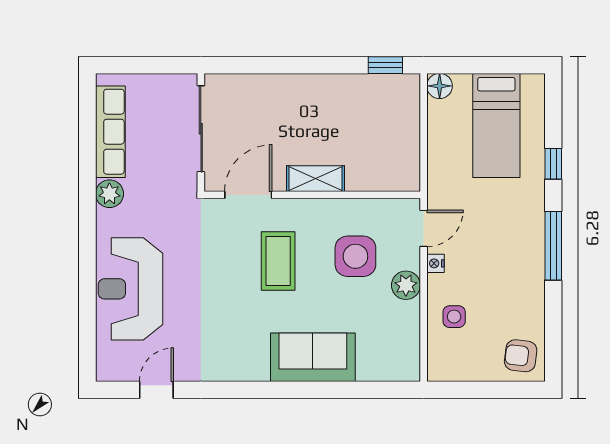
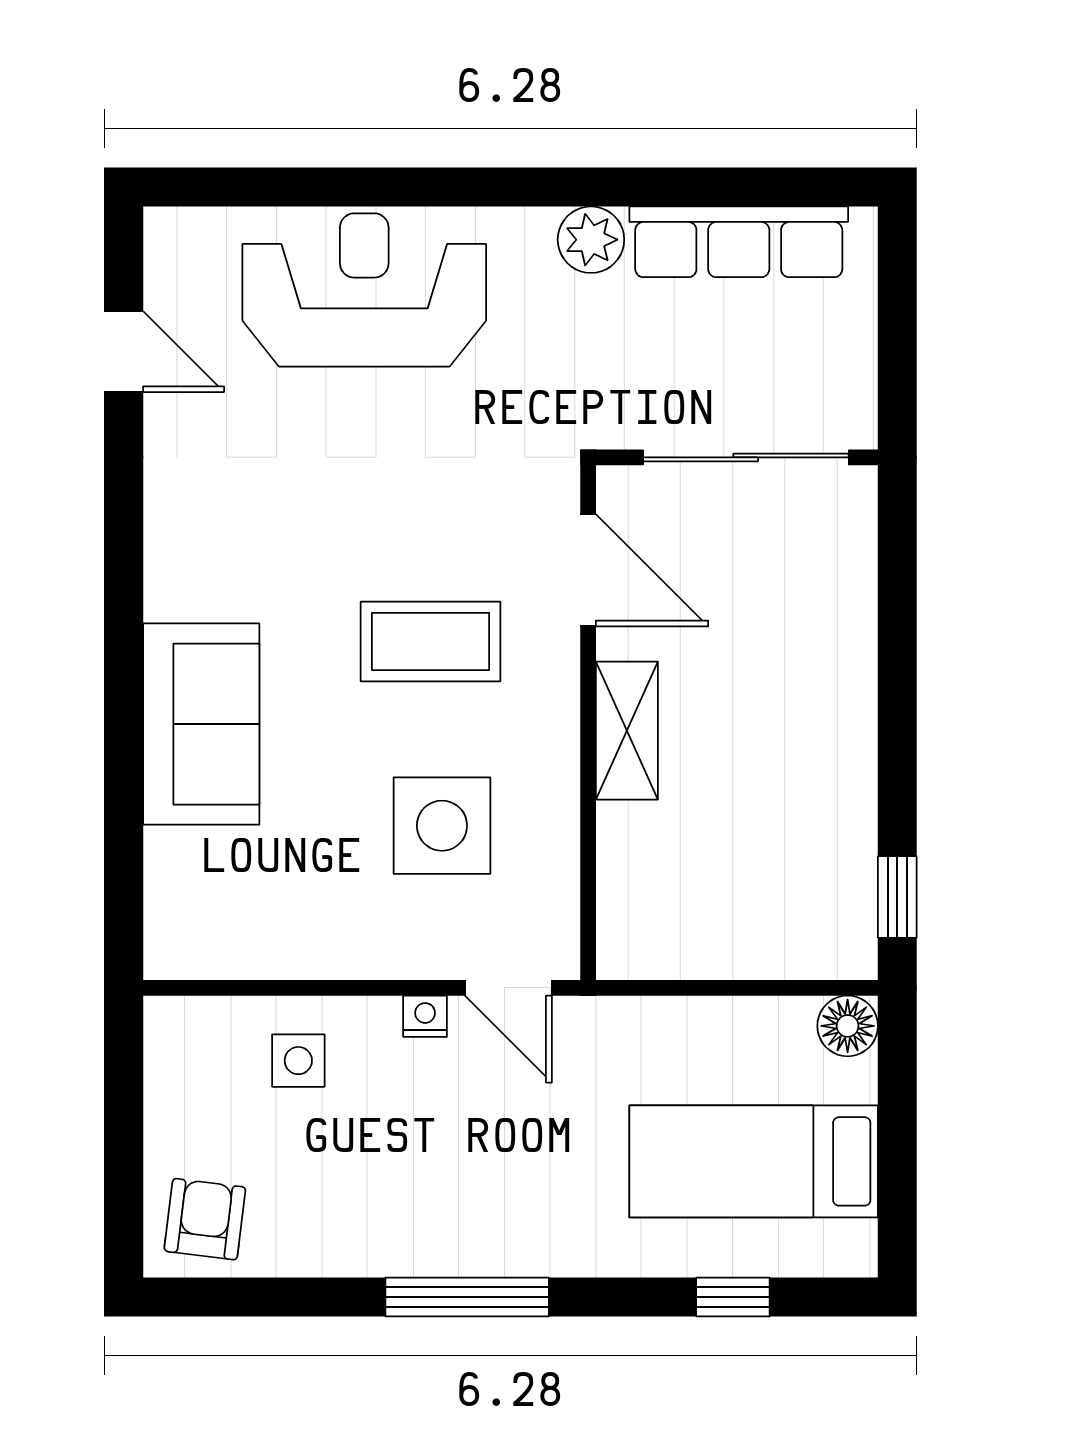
window: (553, 164) -> (733, 1297), moved
plant: (406, 285) -> (373, 946), removed

